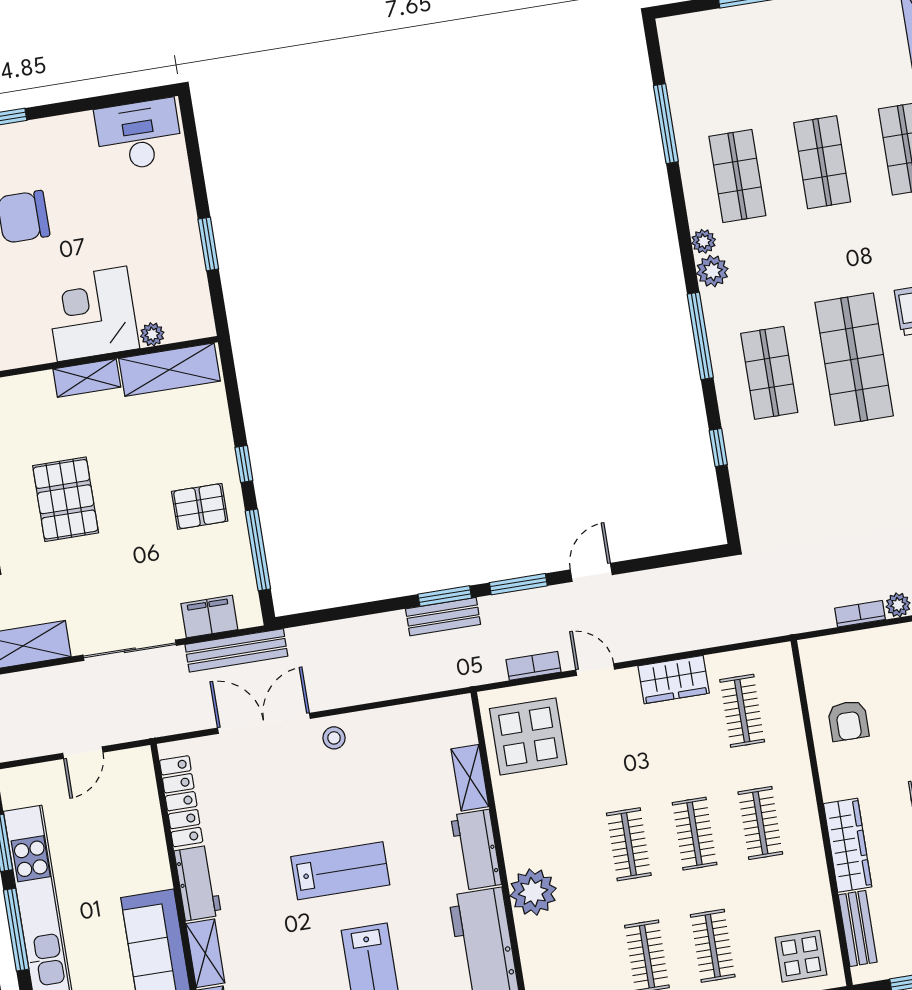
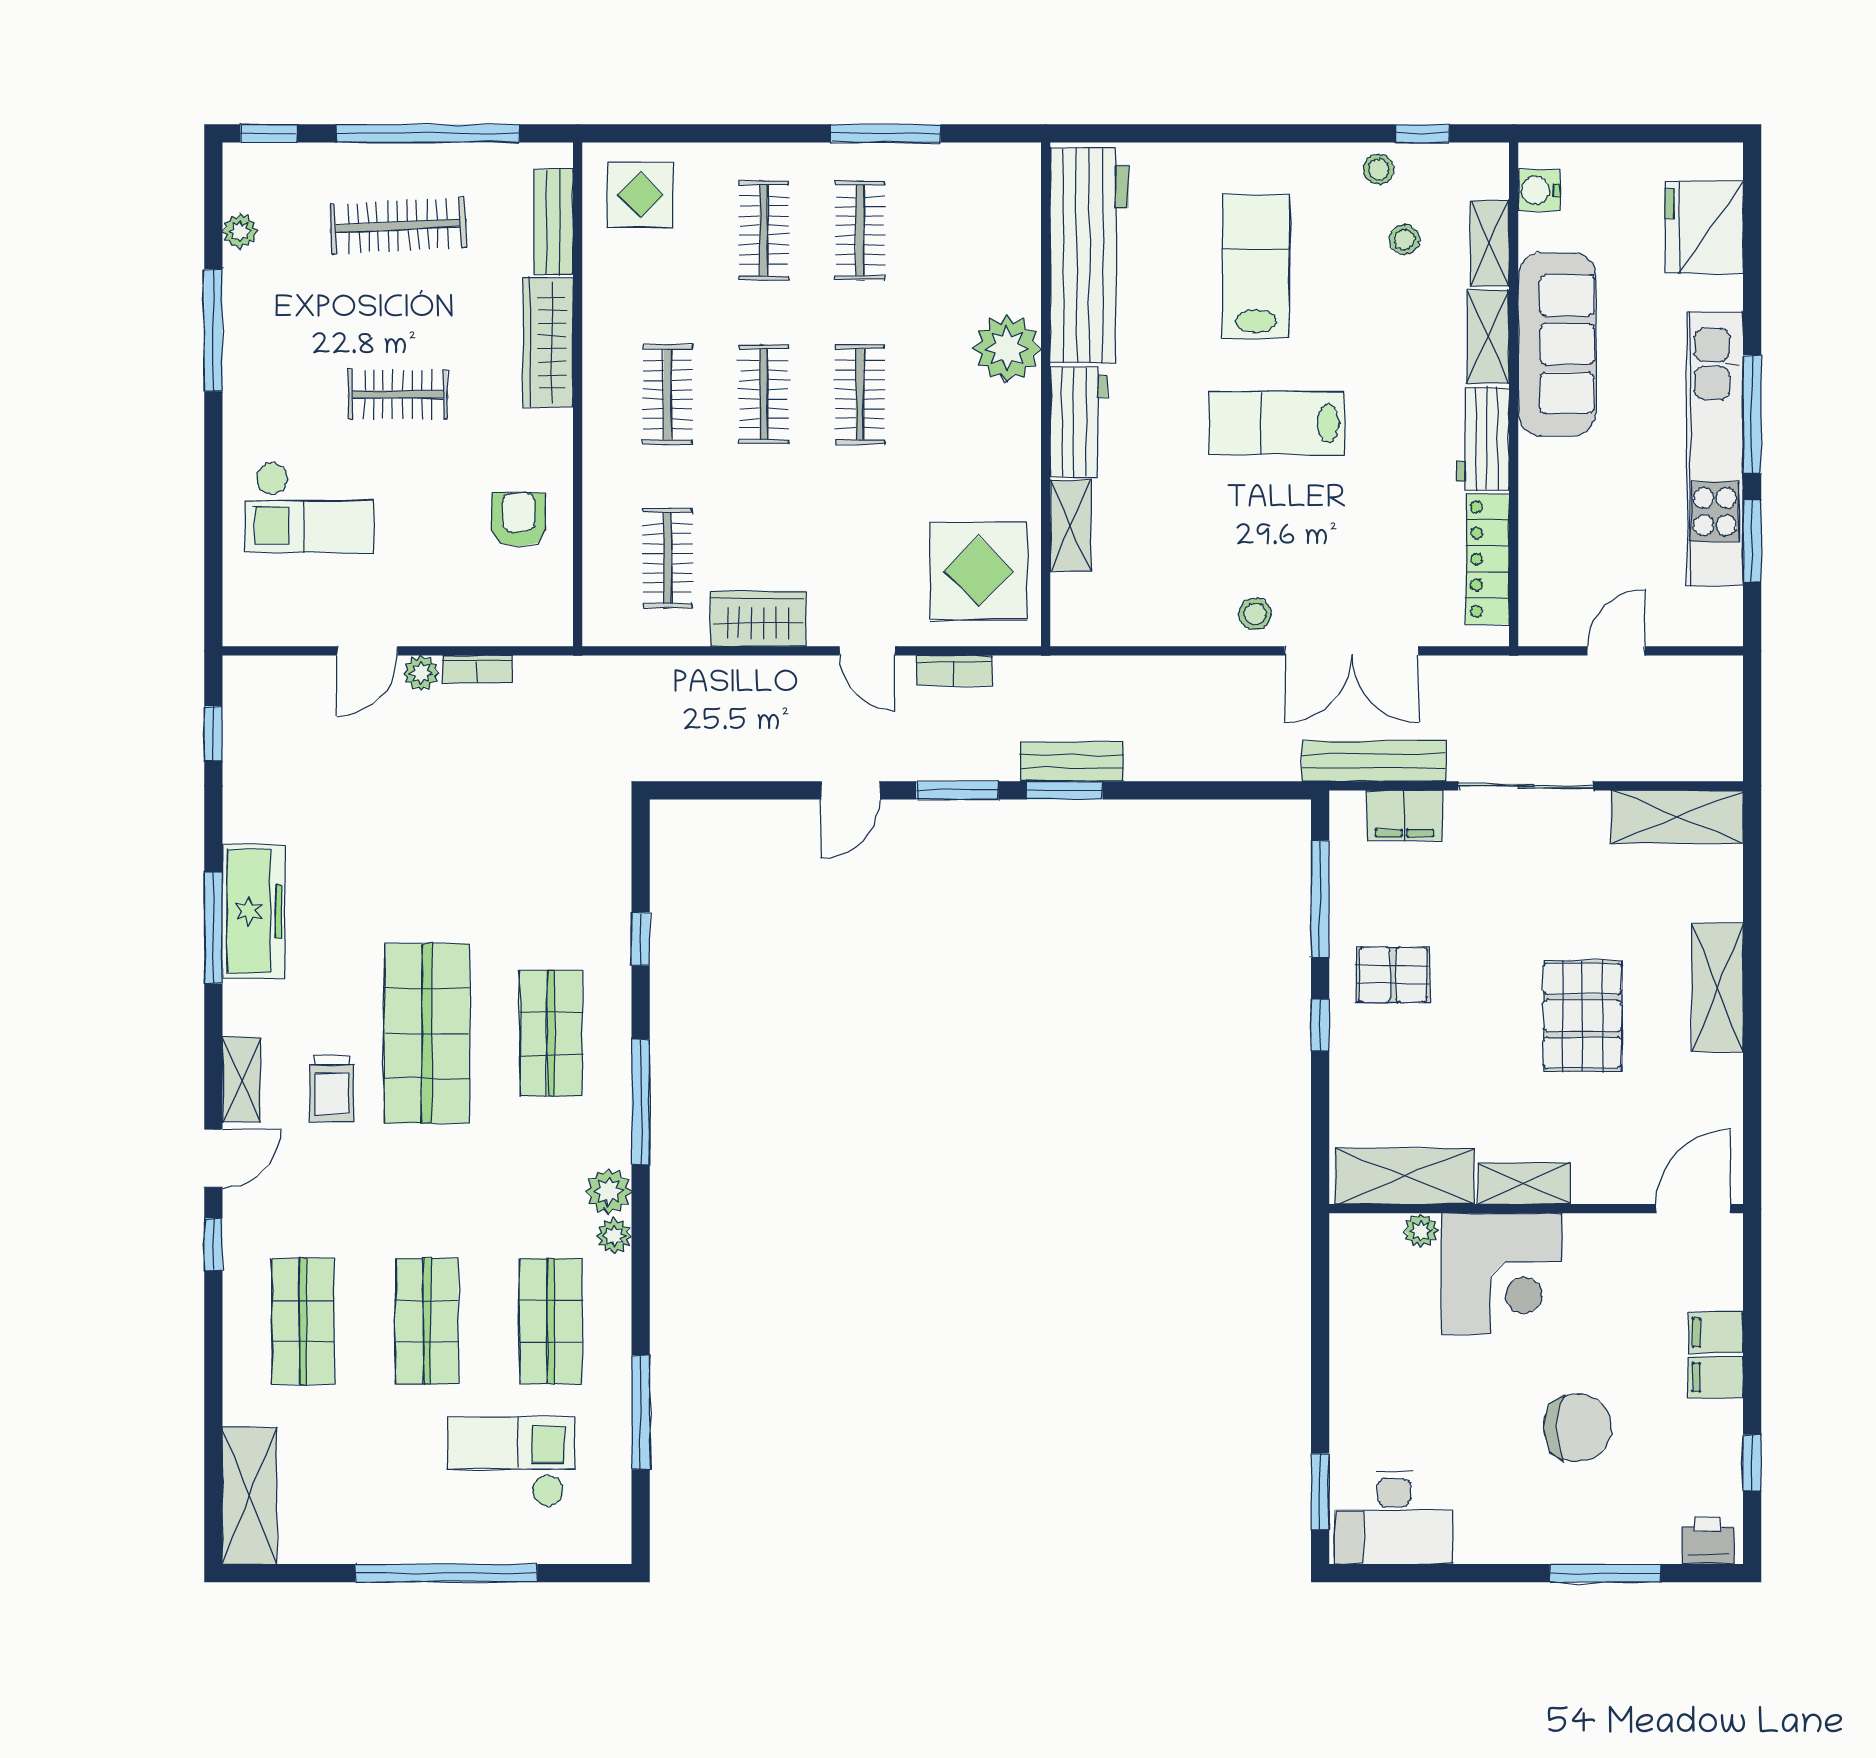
checkout: (749, 75) -> (511, 1462), added
window: (208, 244) -> (1320, 1491), moved

